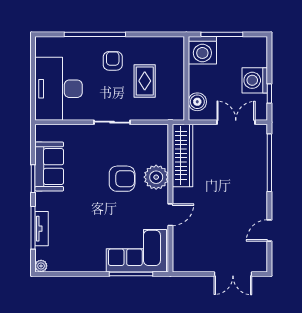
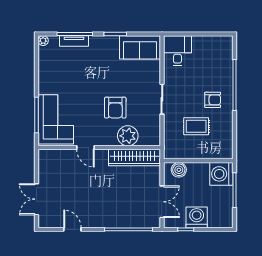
desk: (59, 89) -> (177, 51), width x0.53, depth x0.77
sofa: (49, 167) -> (140, 47), moved
plant: (156, 177) -> (128, 136), moved

